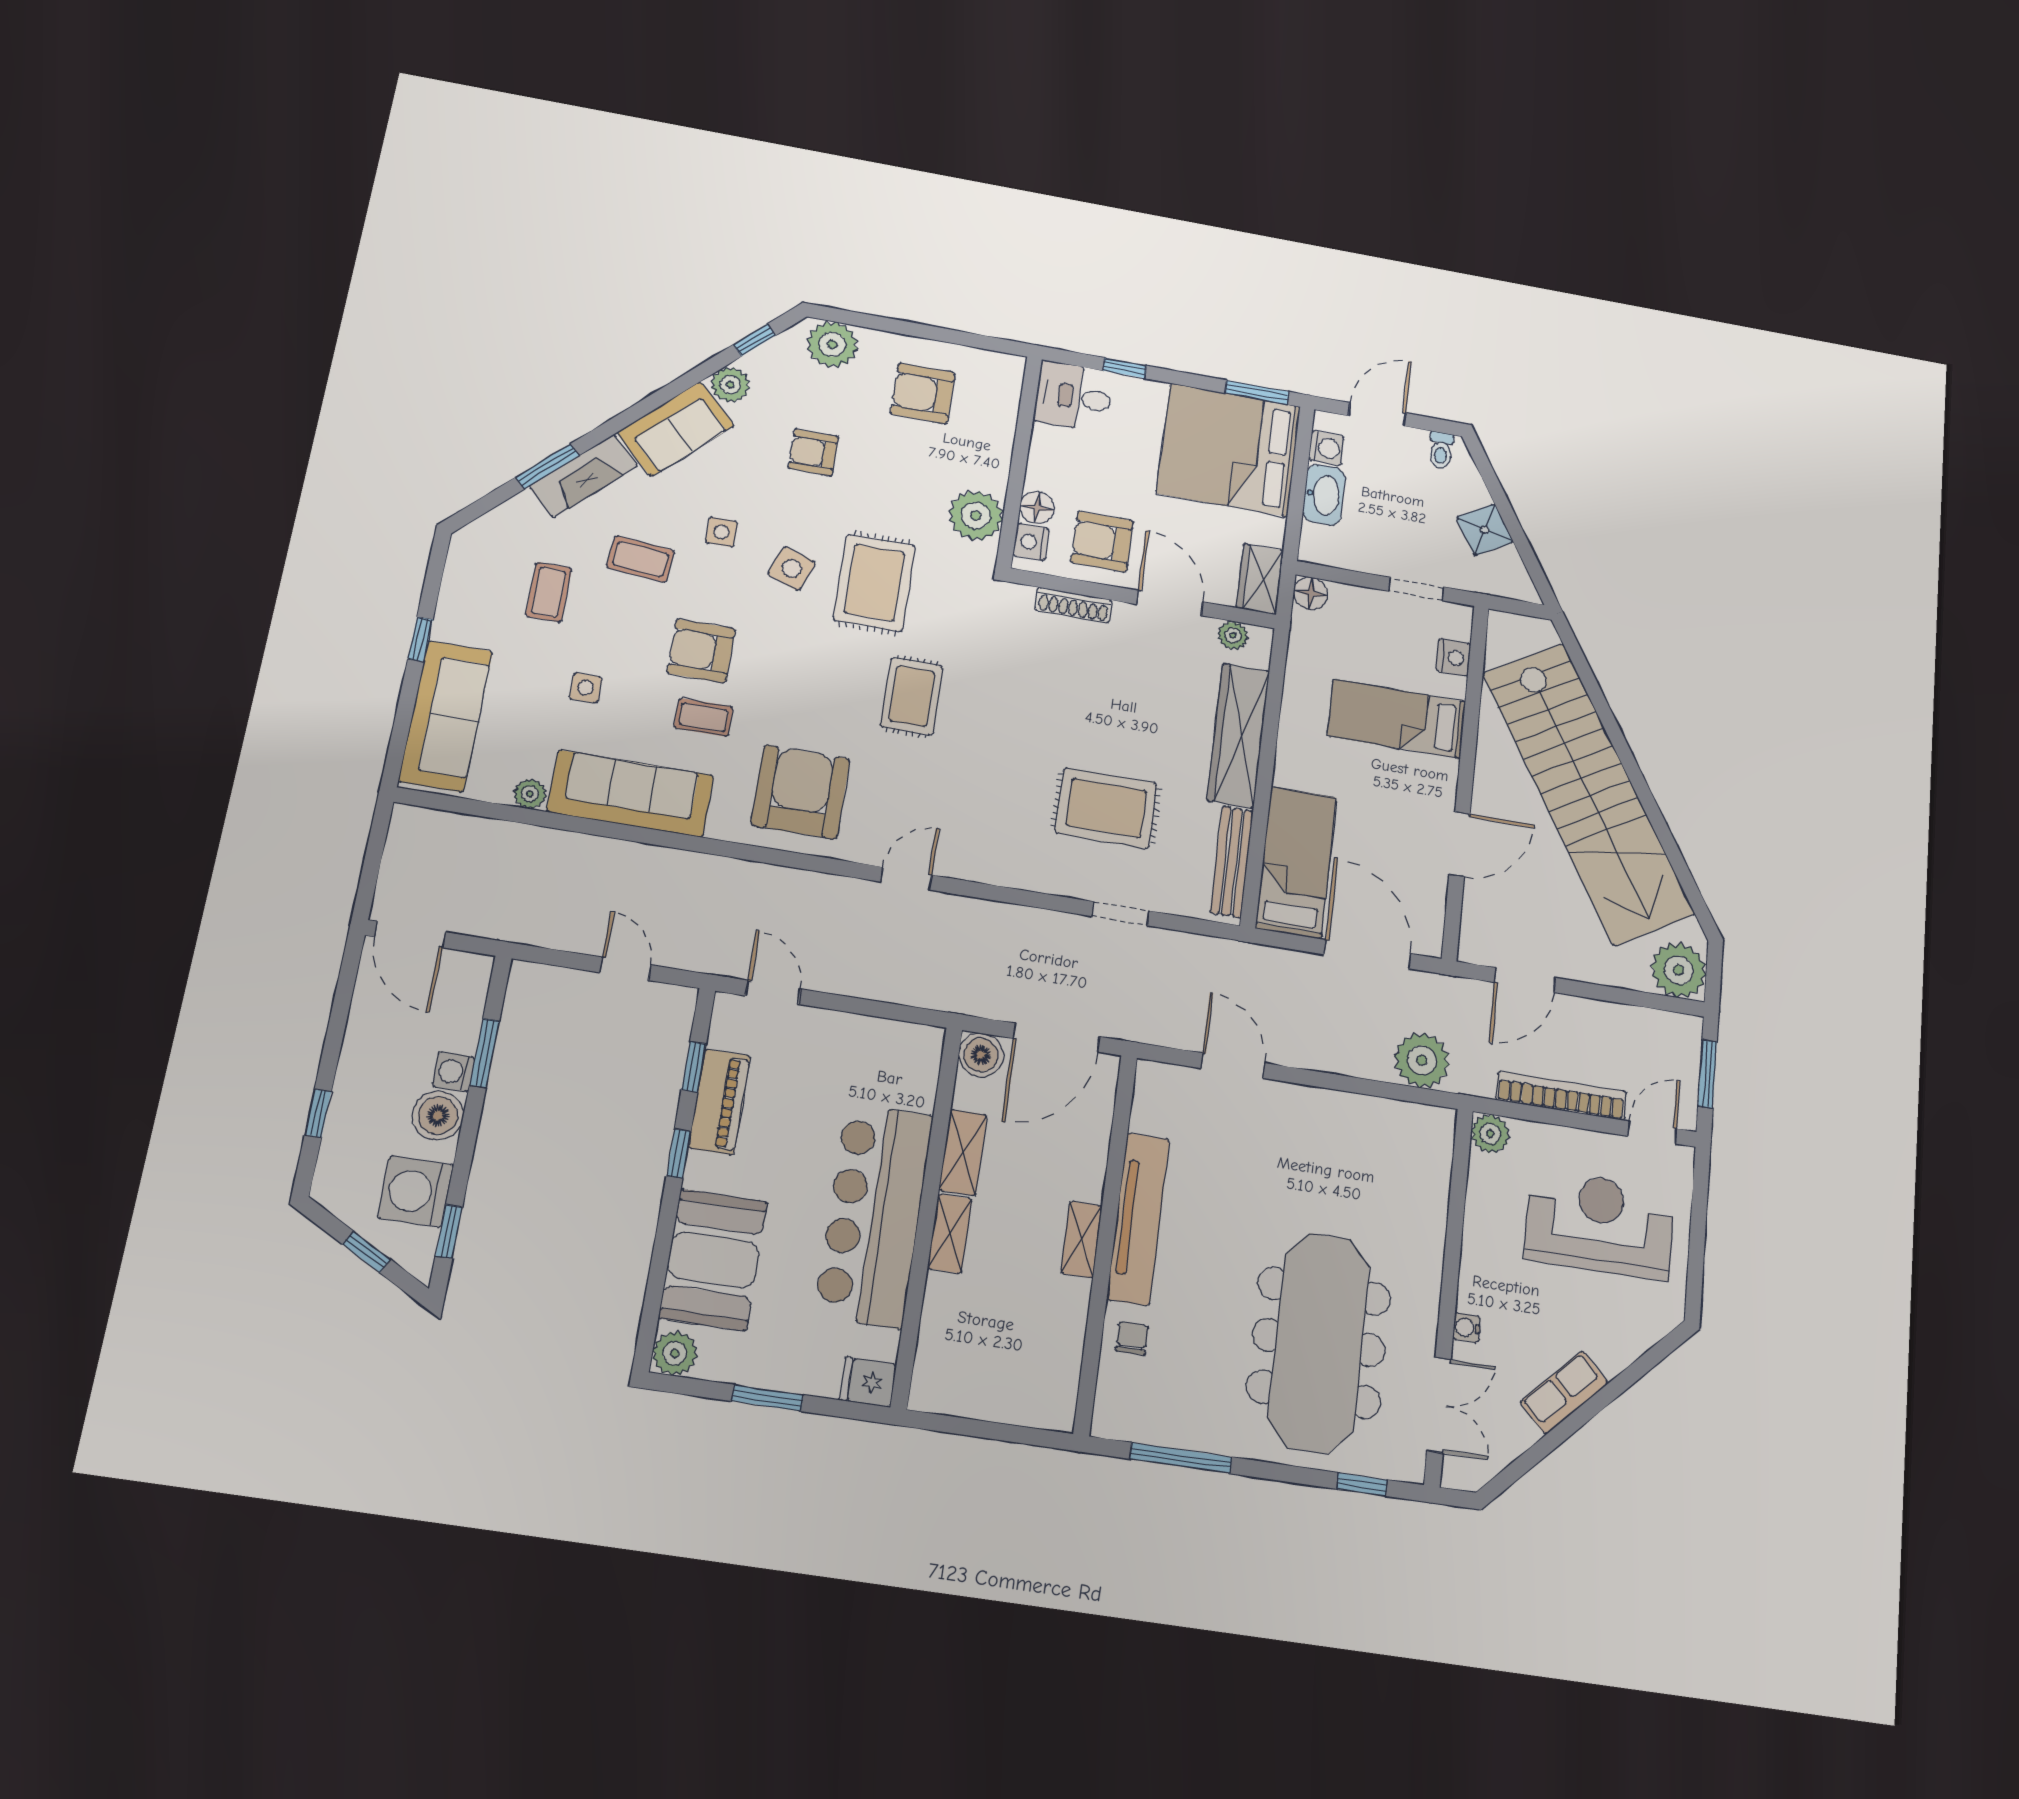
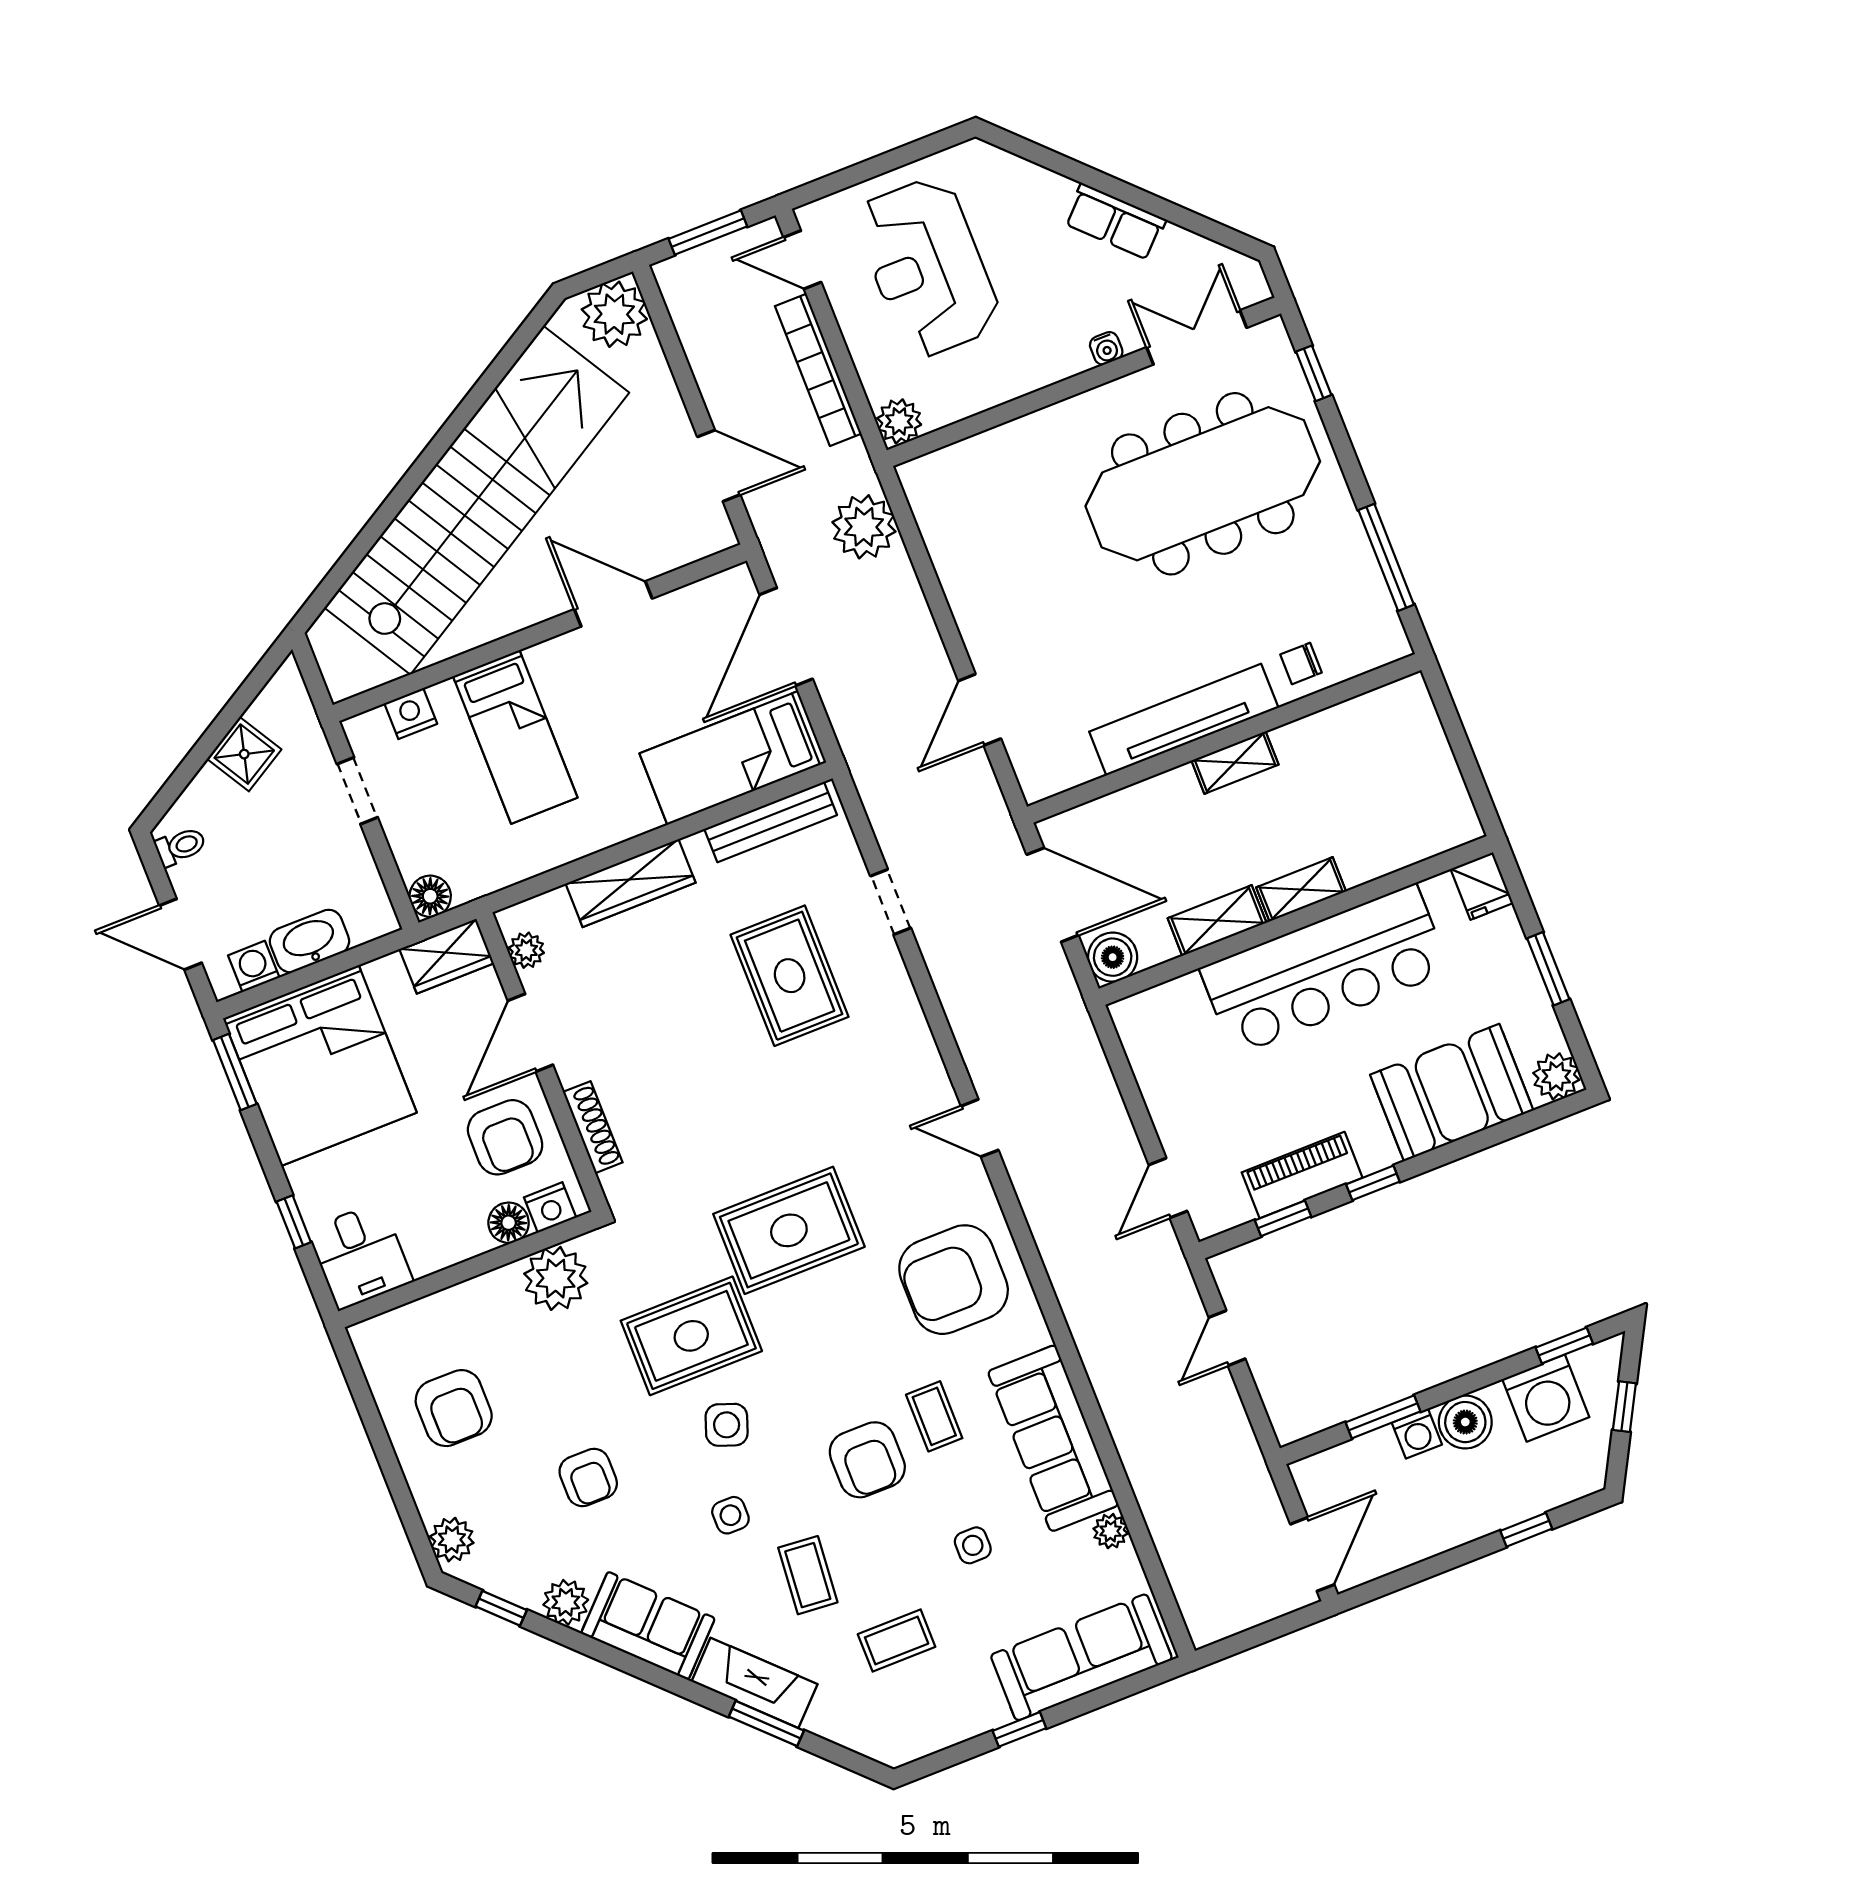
plant: (832, 344) -> (452, 1540), width x0.73, depth x0.73
rug: (912, 696) -> (789, 1230), width x1.36, depth x1.43
wardrobe: (1238, 735) -> (630, 883), width x0.71, depth x0.85

